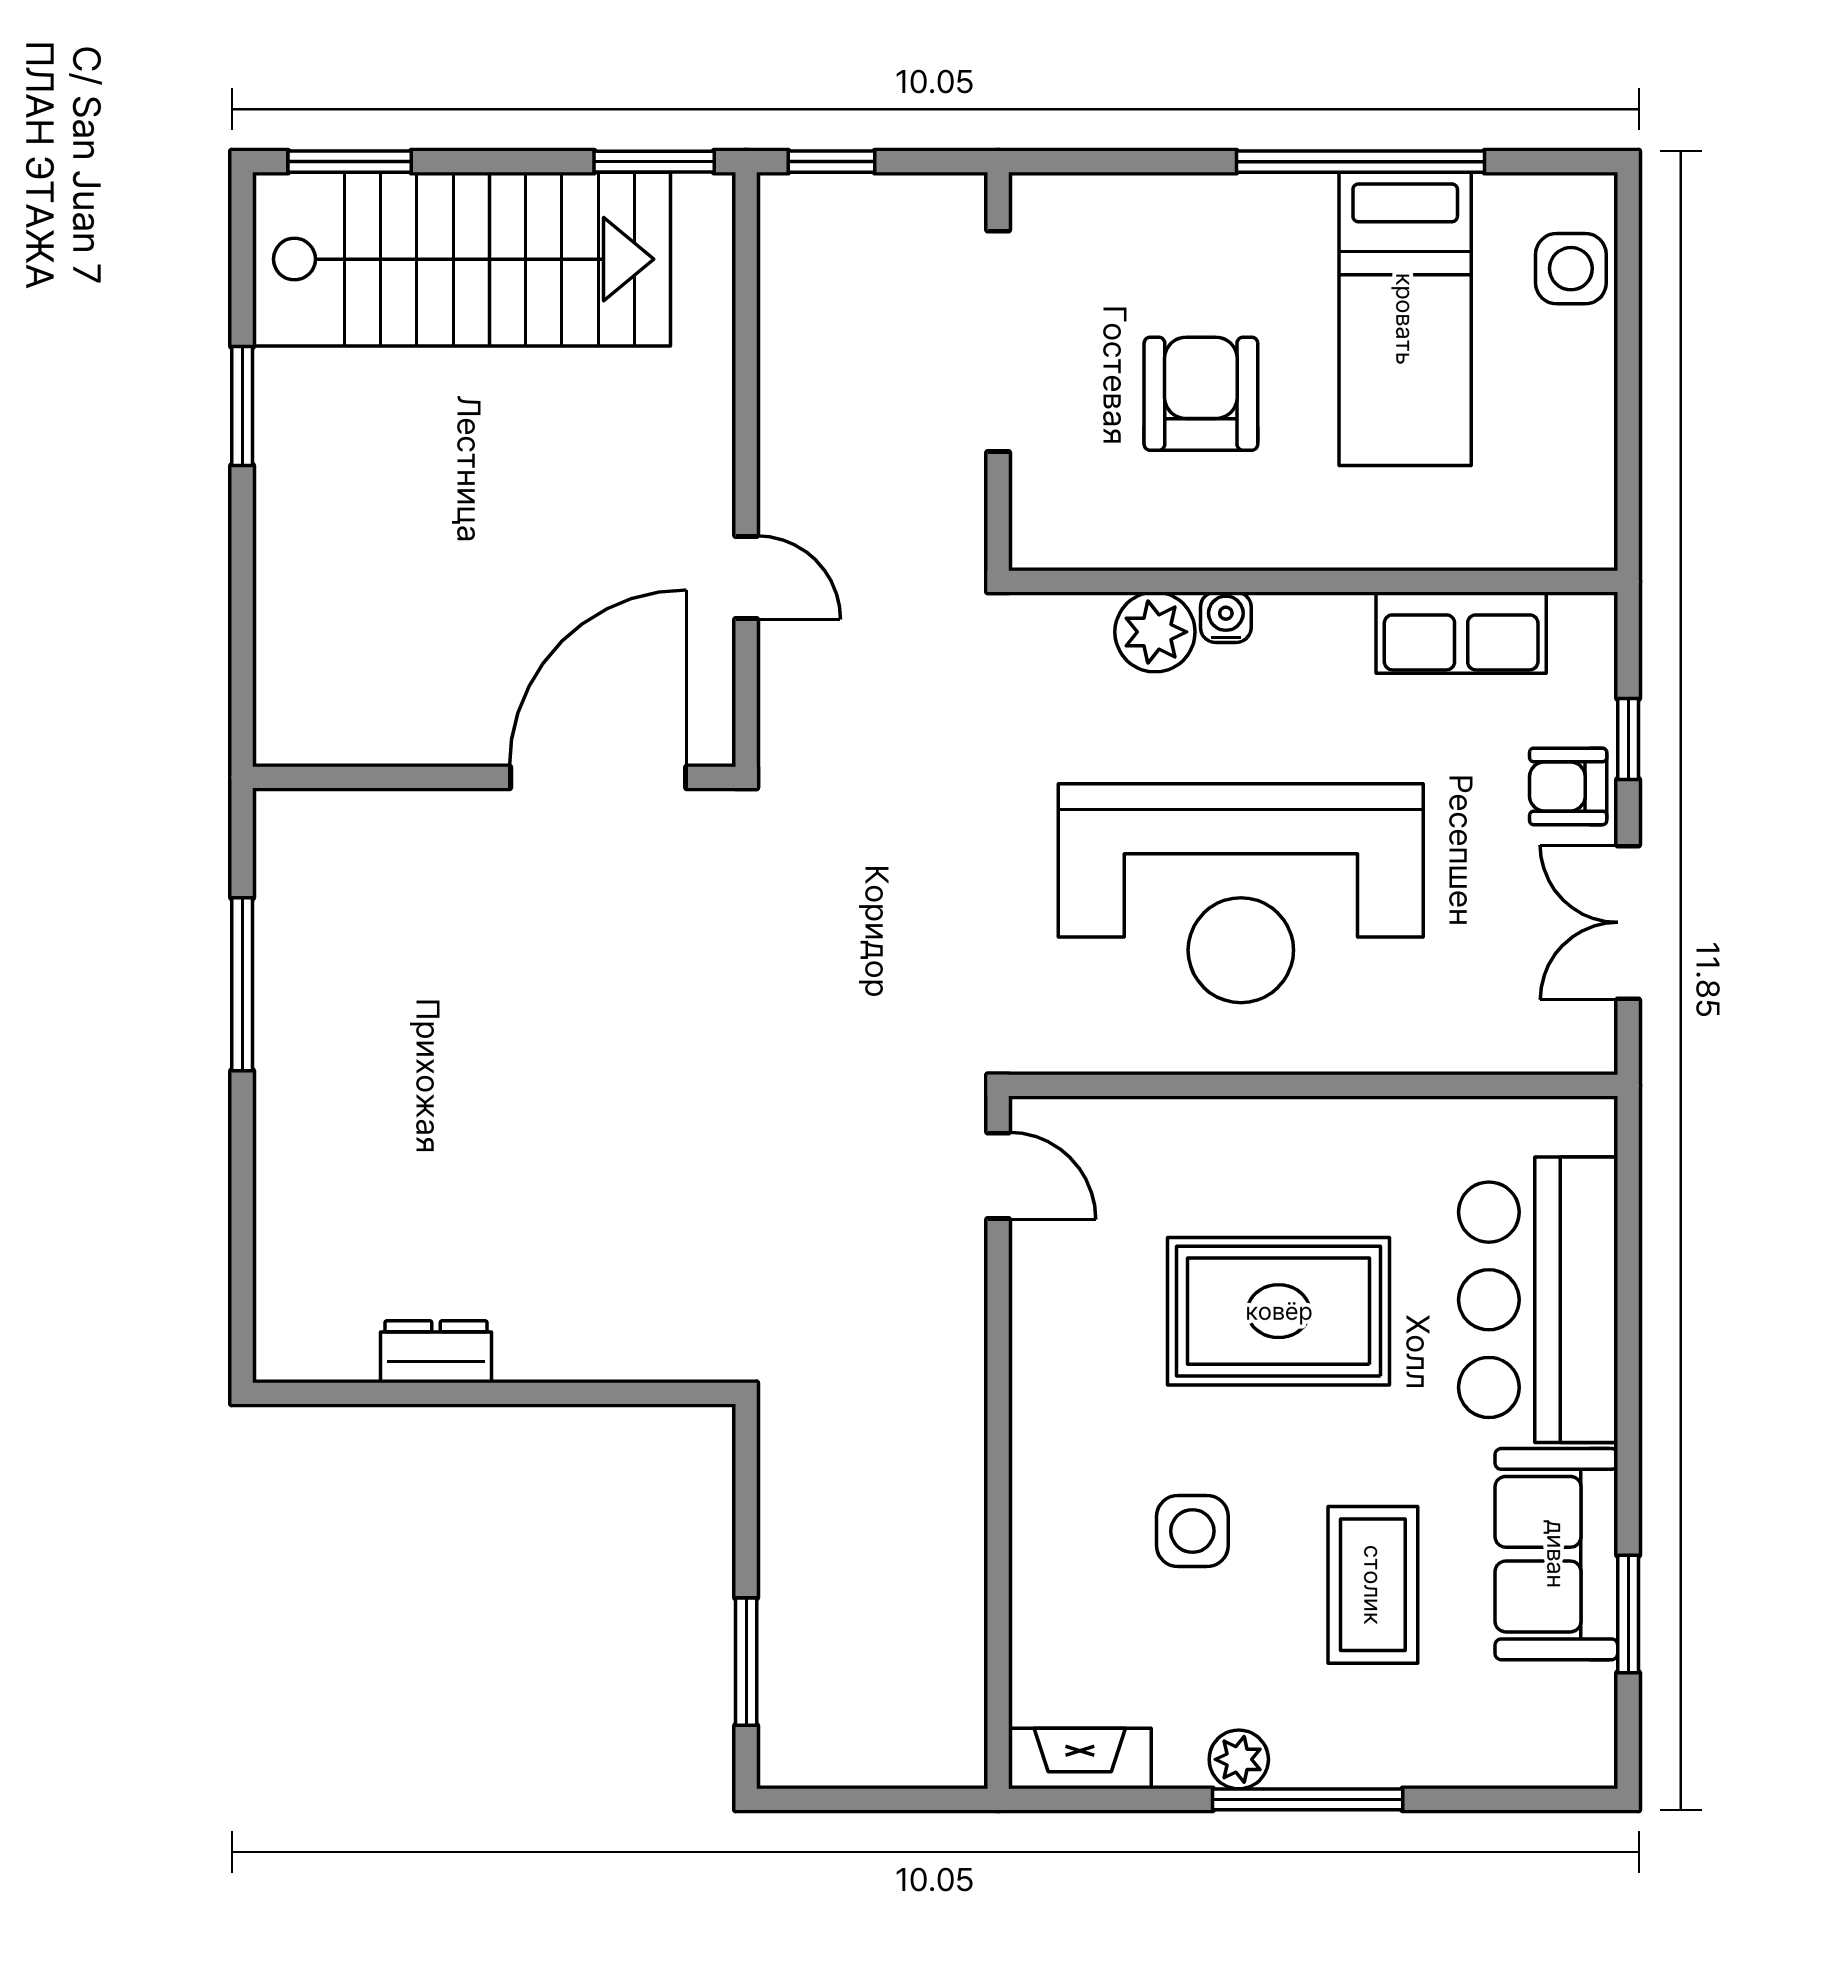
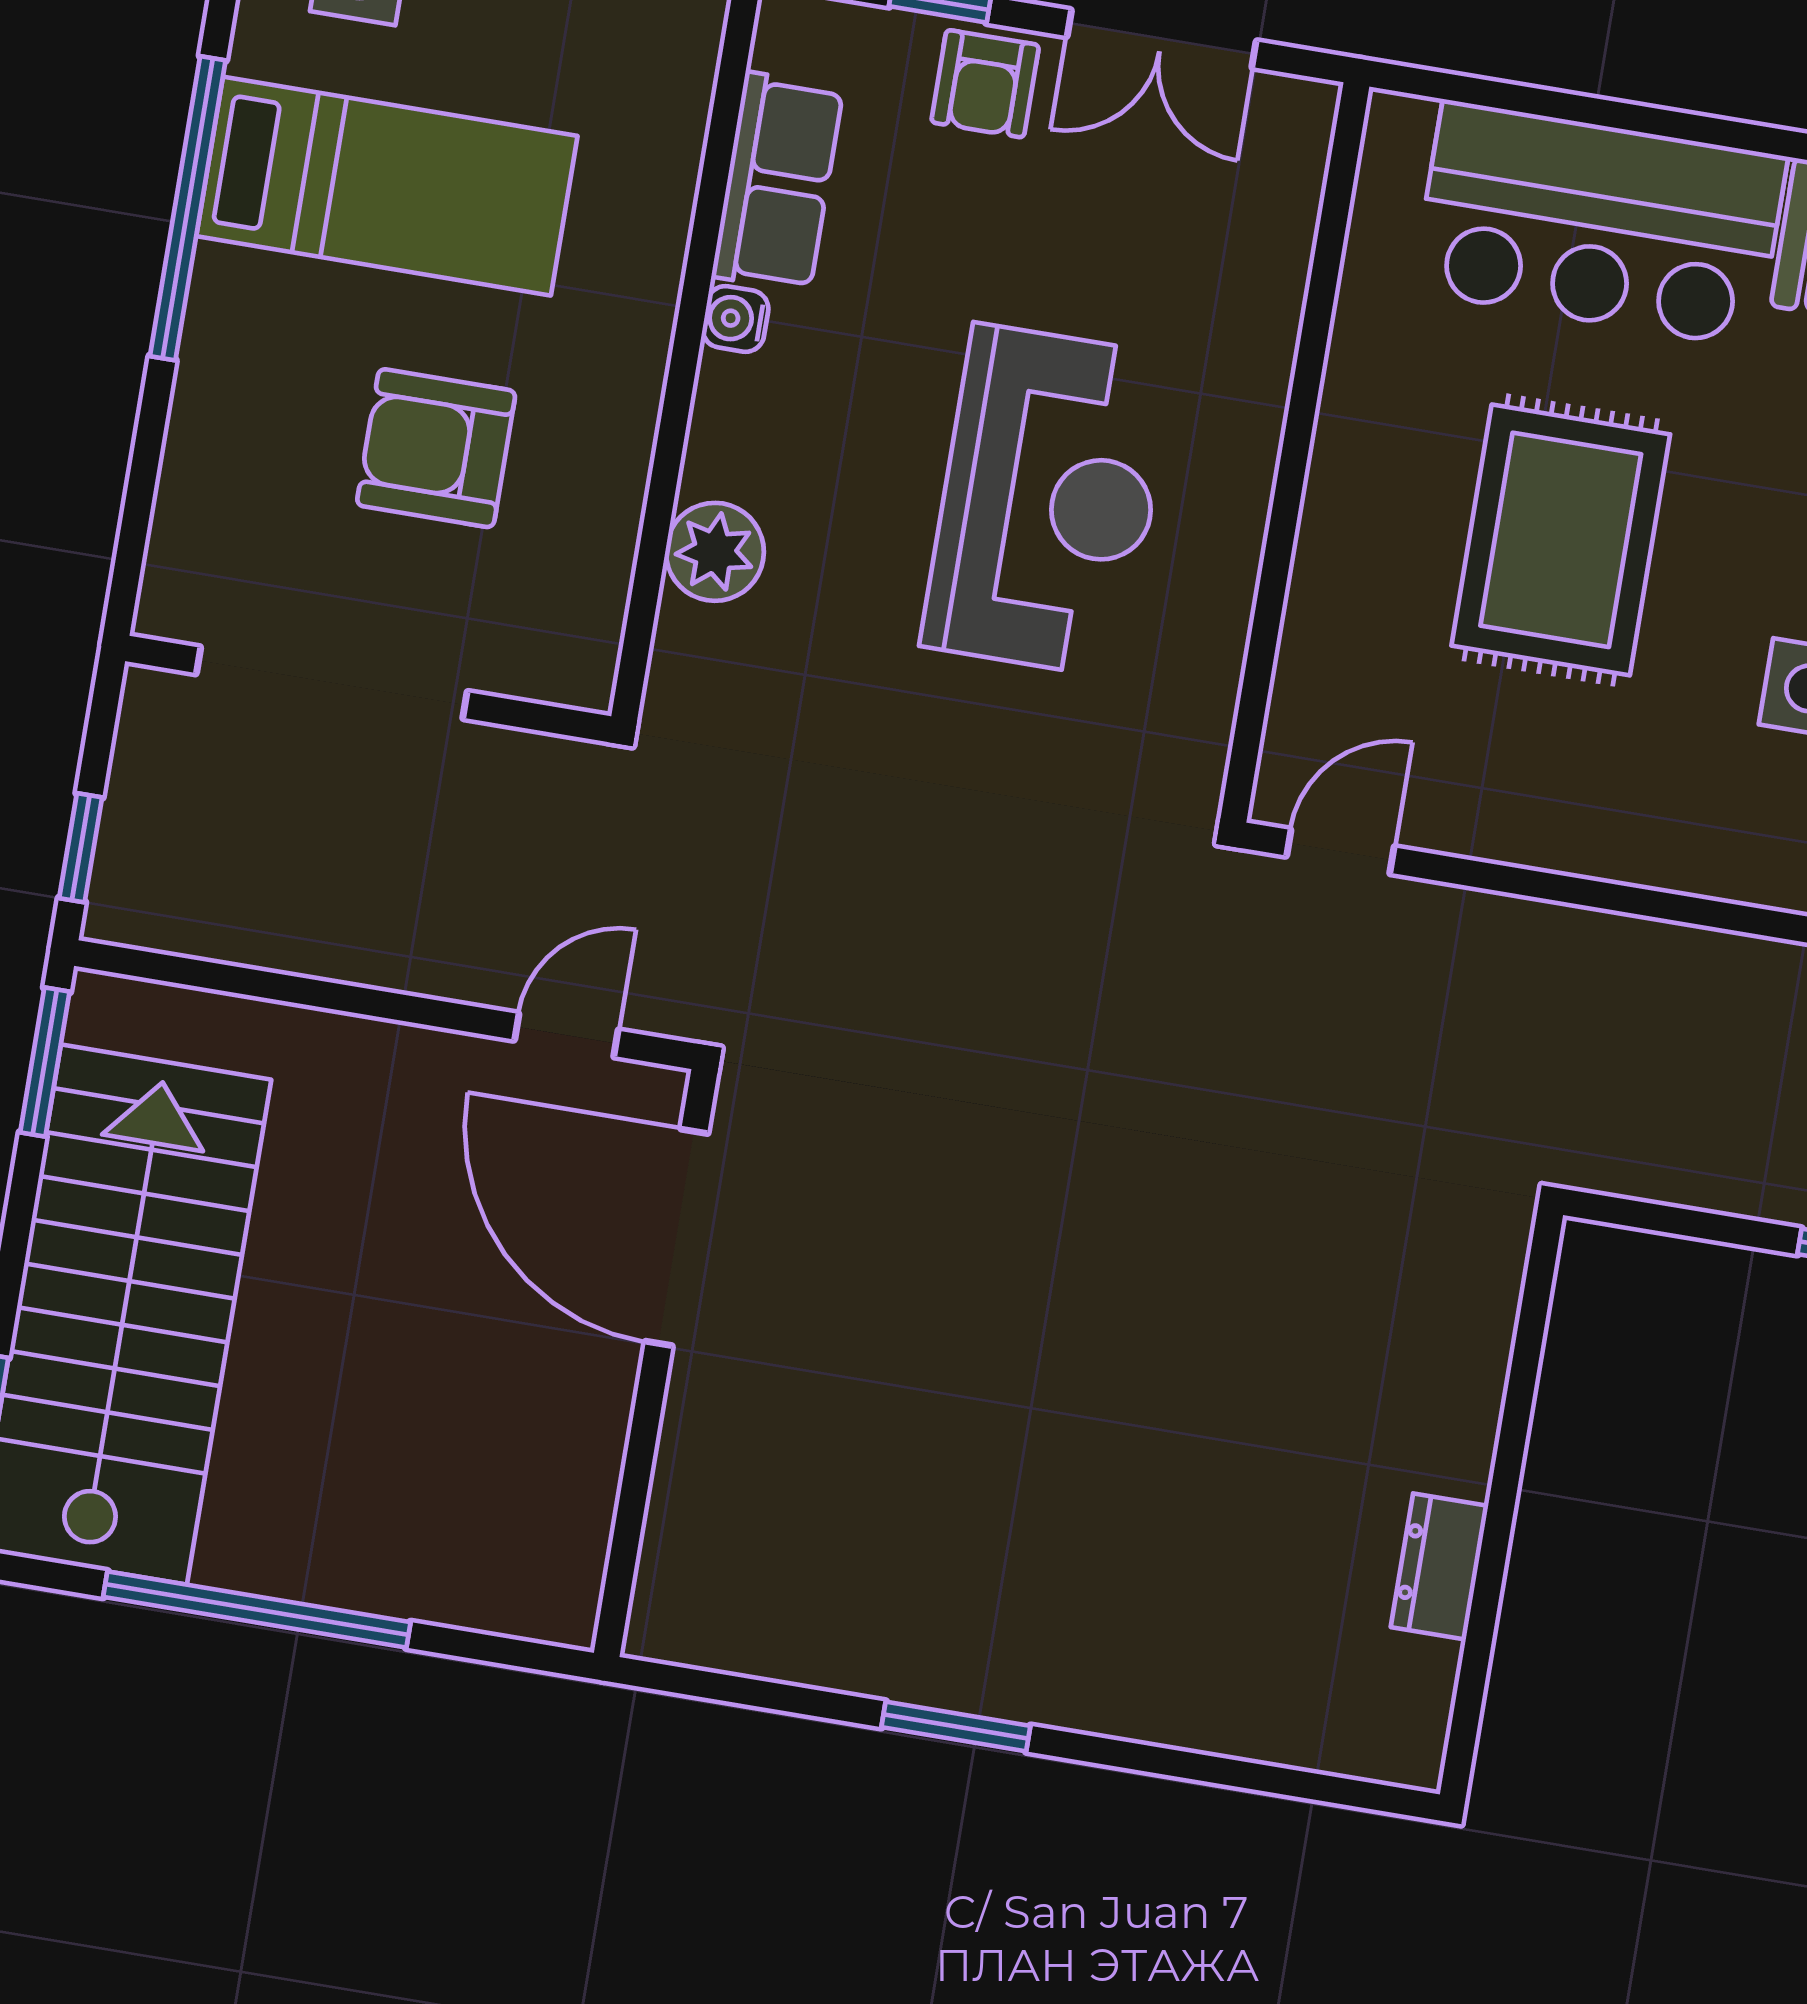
window: (242, 406) -> (257, 1610), width x2.11
water cooler: (1226, 617) -> (735, 319), moved
wall: (494, 777) -> (655, 1363), moved
door: (598, 777) -> (677, 1237), moved
reception desk: (1241, 893) -> (1048, 501), width x0.74, depth x0.77
window: (242, 984) -> (956, 1726), width x0.69

